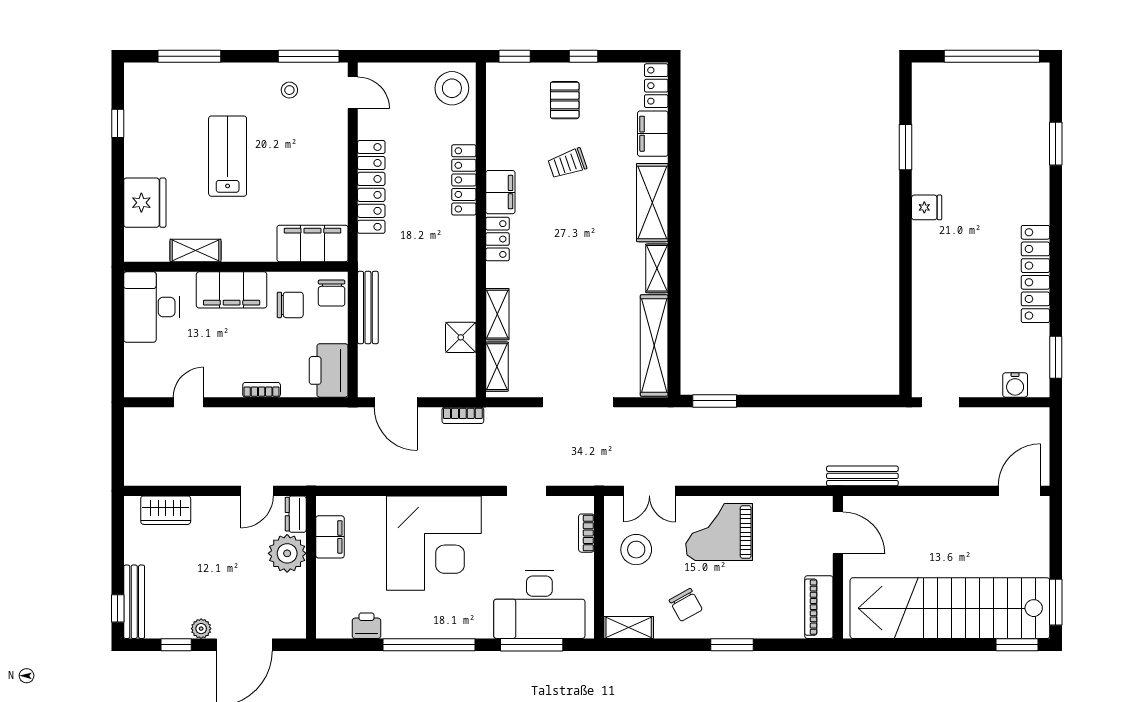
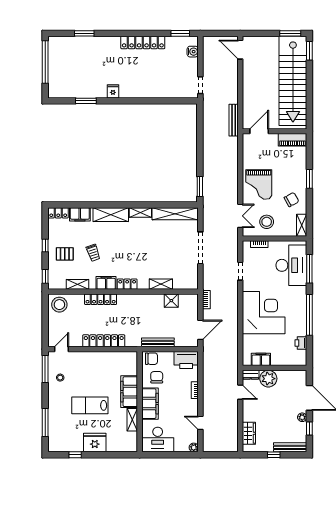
fridge: (145, 203) -> (95, 443), moved
filing cabinet: (312, 243) -> (129, 392), moved
shelving: (497, 367) -> (77, 284), moved
plant: (134, 387) -> (194, 447), added
window: (118, 608) -> (274, 455), moved

